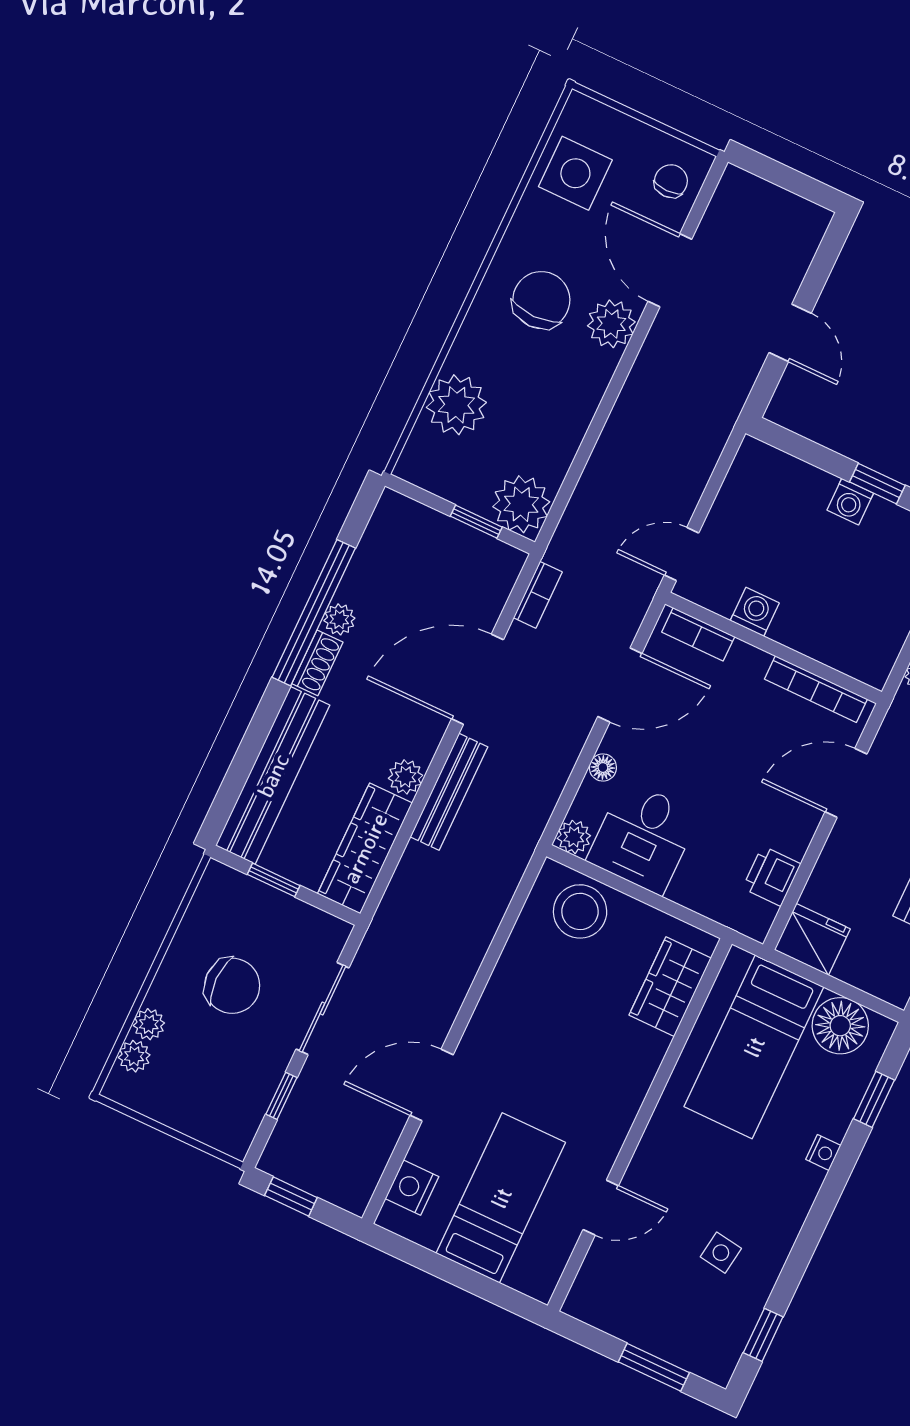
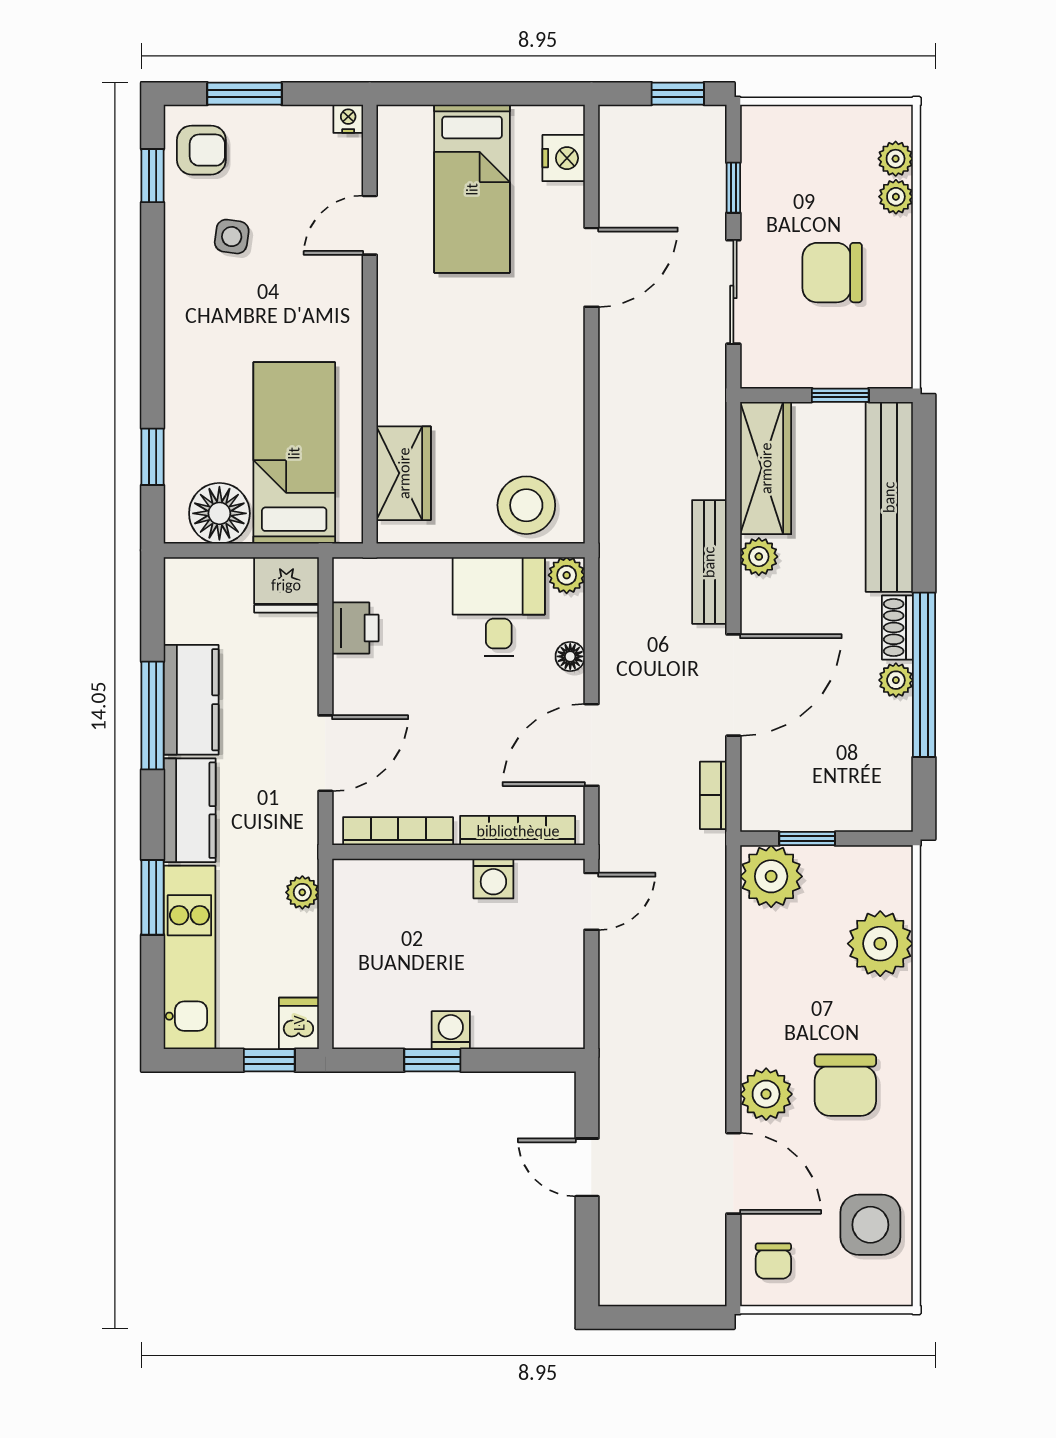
bookcase: (698, 634) -> (518, 831), width x1.56
nightstand: (823, 1152) -> (348, 119), moved, turned 90
armchair: (712, 1337) -> (201, 150), added

